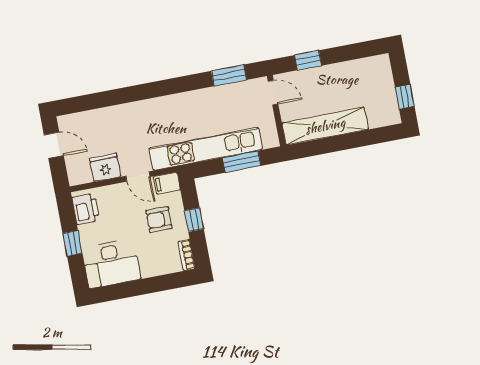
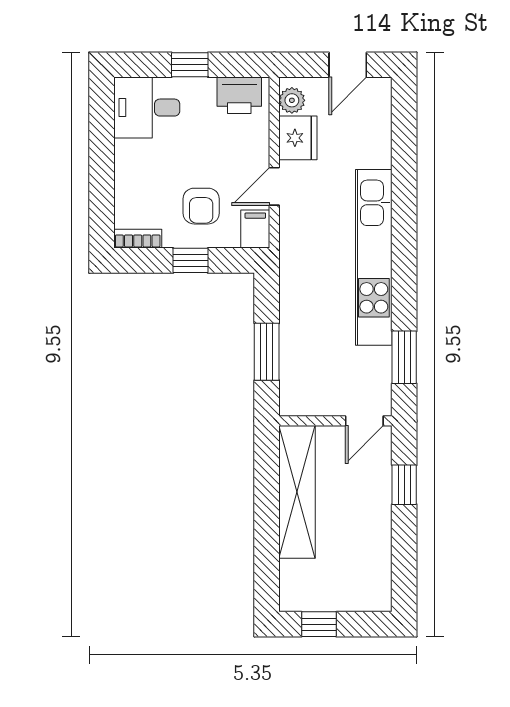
kitchen unit: (206, 149) -> (374, 257), moved, turned 180
plant: (82, 176) -> (292, 100), added
armchair: (159, 220) -> (201, 206), turned 180
desk: (111, 264) -> (147, 108), width x0.73

